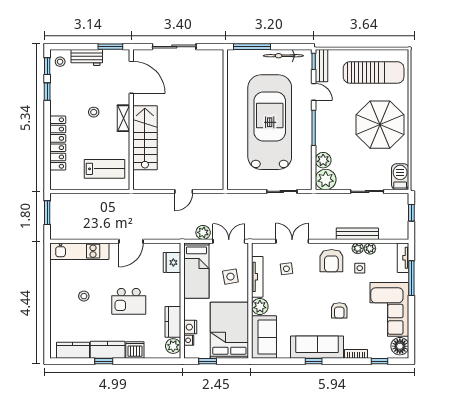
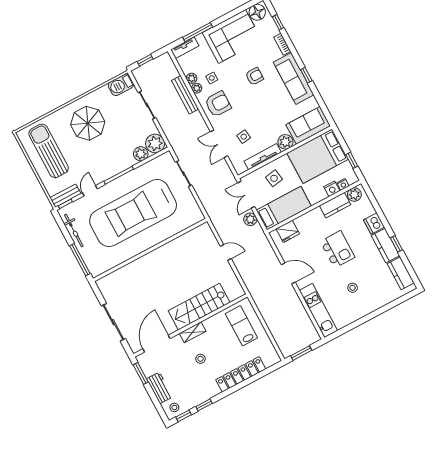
parasol: (380, 125) -> (88, 123), width x0.73, depth x0.73

